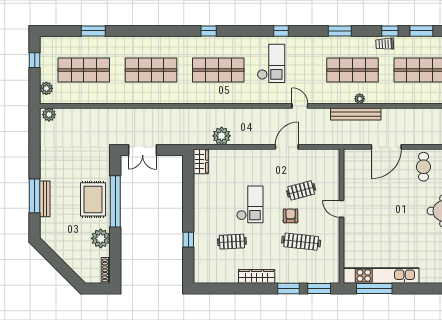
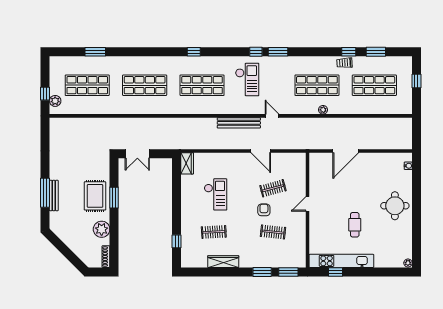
window: (340, 31) -> (278, 52), moved
window: (35, 60) -> (45, 94), moved
bench: (356, 114) -> (239, 123), moved
plant: (49, 115) -> (57, 123), removed
plant: (222, 136) -> (205, 142), removed
door: (287, 147) -> (261, 151), swing flipped
cafe table: (424, 167) -> (355, 225), moved
window: (115, 201) -> (114, 198), width x0.47
checkout: (250, 204) -> (216, 194), moved
door: (341, 209) -> (307, 204), hinge flipped
window: (188, 240) -> (177, 241), moved
clothes rail: (301, 242) -> (273, 232), width x0.73
wardrobe: (257, 276) -> (223, 262), moved
window: (374, 288) -> (336, 272), width x0.46

